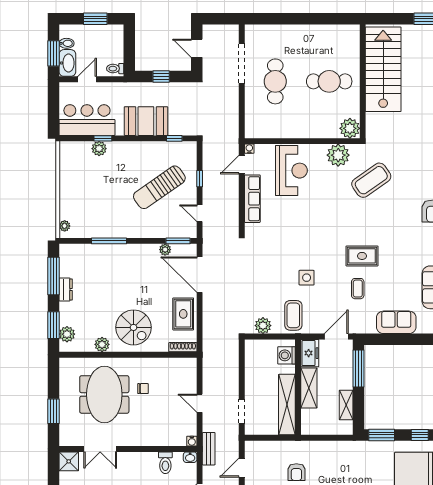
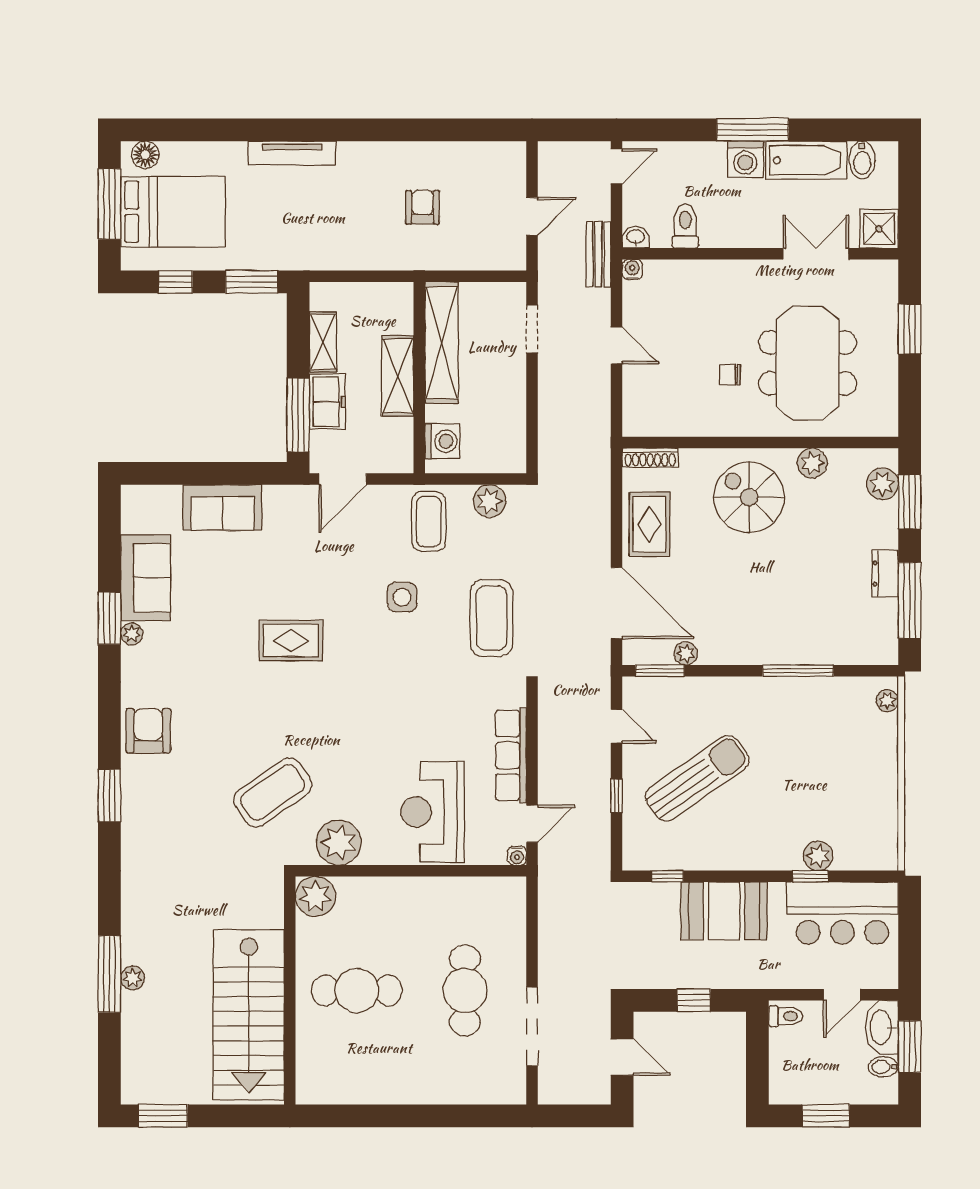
coffee table: (358, 289) -> (492, 618), moved, width x1.86, depth x1.72
freezer: (310, 353) -> (327, 402), moved, turned 180

